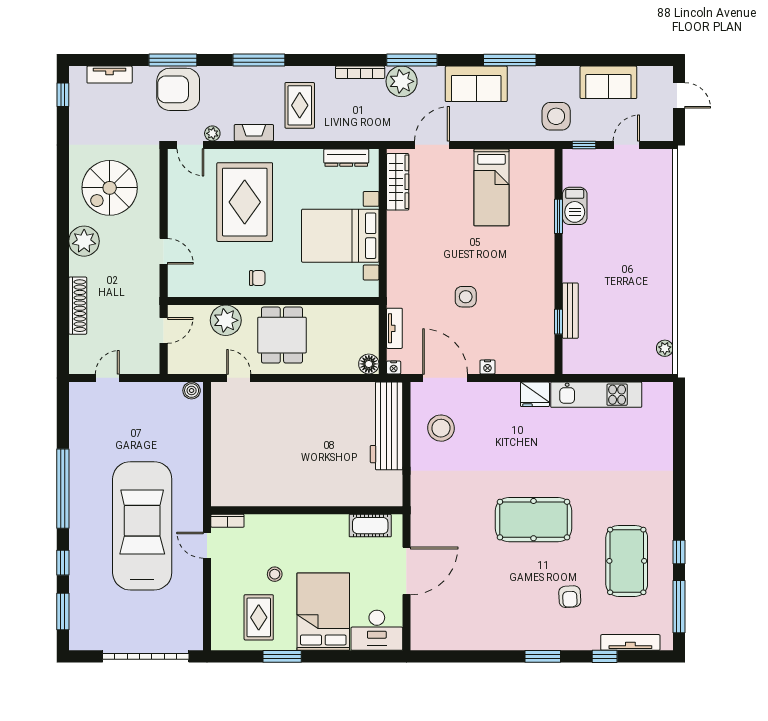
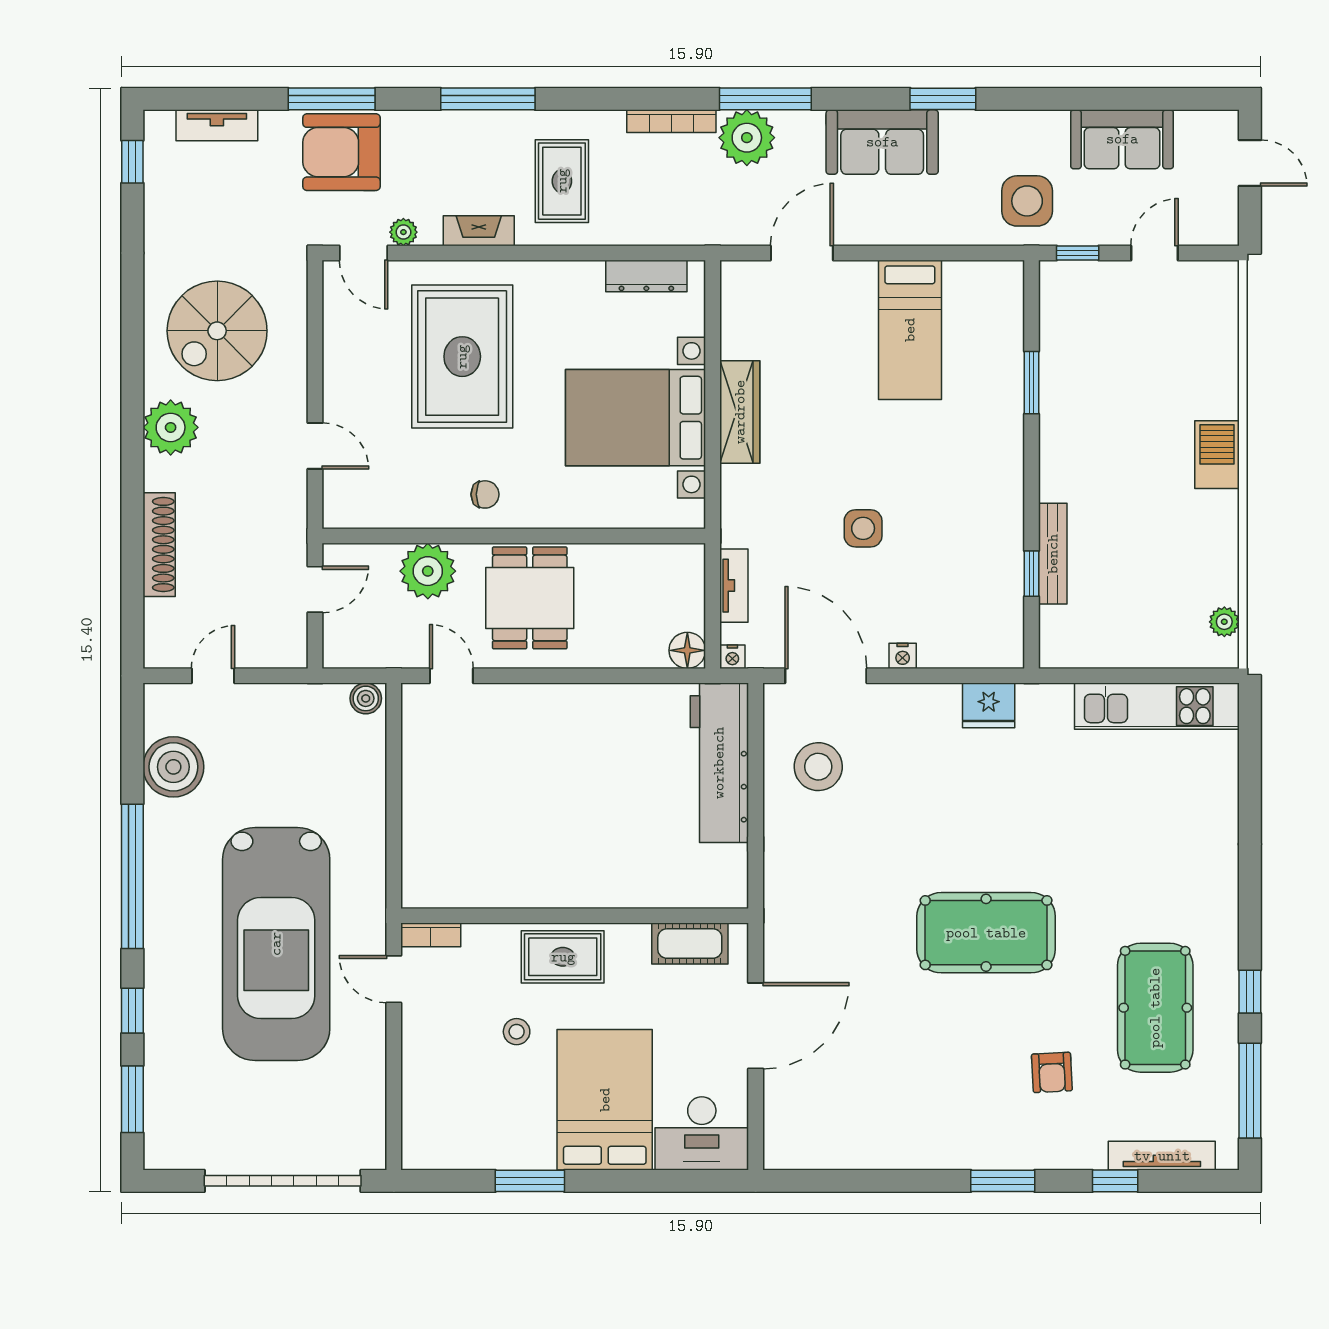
window: (510, 60) -> (943, 99), width x0.69
wardrobe: (398, 182) -> (740, 412), moved
barbecue: (575, 206) -> (1217, 455), moved, turned 180
kitchen unit: (596, 395) -> (1157, 706), moved
boiler: (86, 428) -> (173, 767), added
car: (142, 526) -> (276, 944), turned 180
rug: (259, 617) -> (563, 957), moved, turned 90

